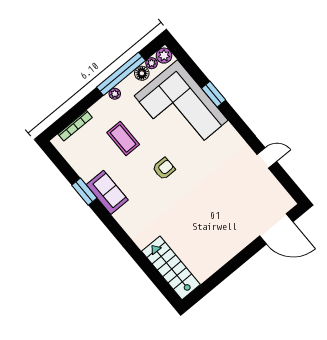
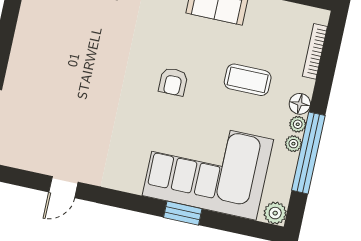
plant: (152, 63) -> (293, 144), moved
floor lamp: (142, 73) -> (300, 104), moved

